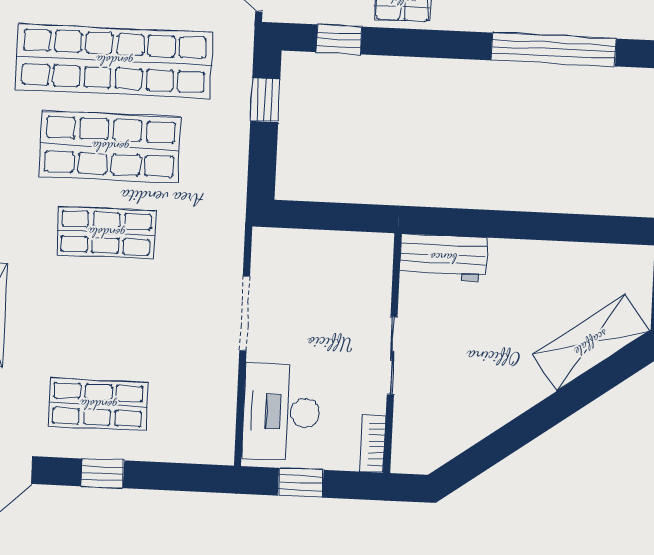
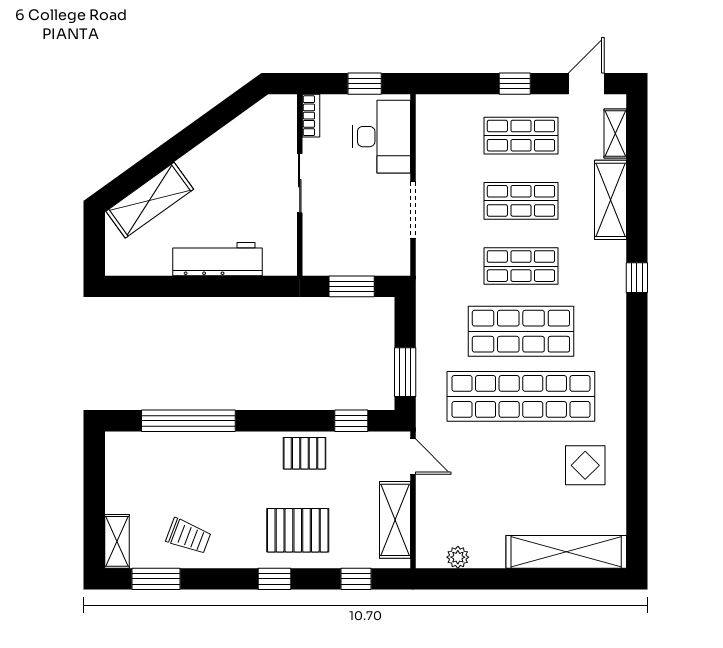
window: (265, 100) -> (405, 372), width x1.50
window: (330, 216) -> (352, 286), added
workbench: (443, 258) -> (217, 259), moved, width x1.37
shop shelf: (102, 319) -> (521, 201), added

